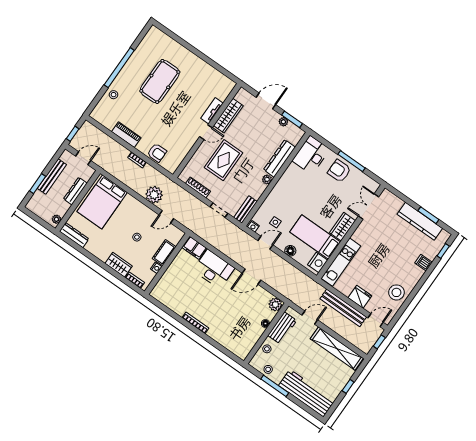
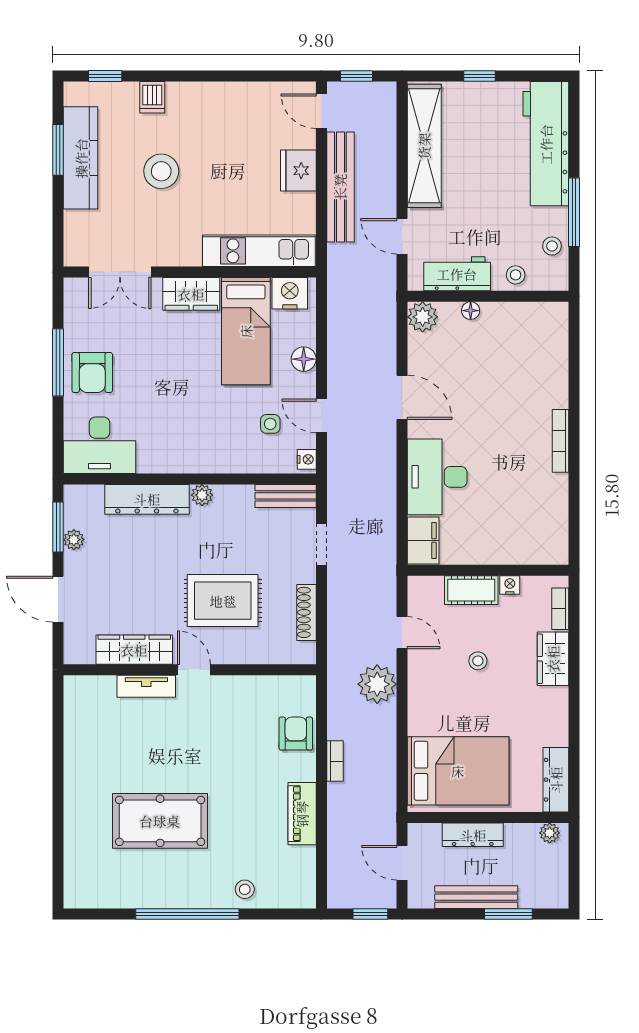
stool: (396, 292) -> (161, 171), moved

